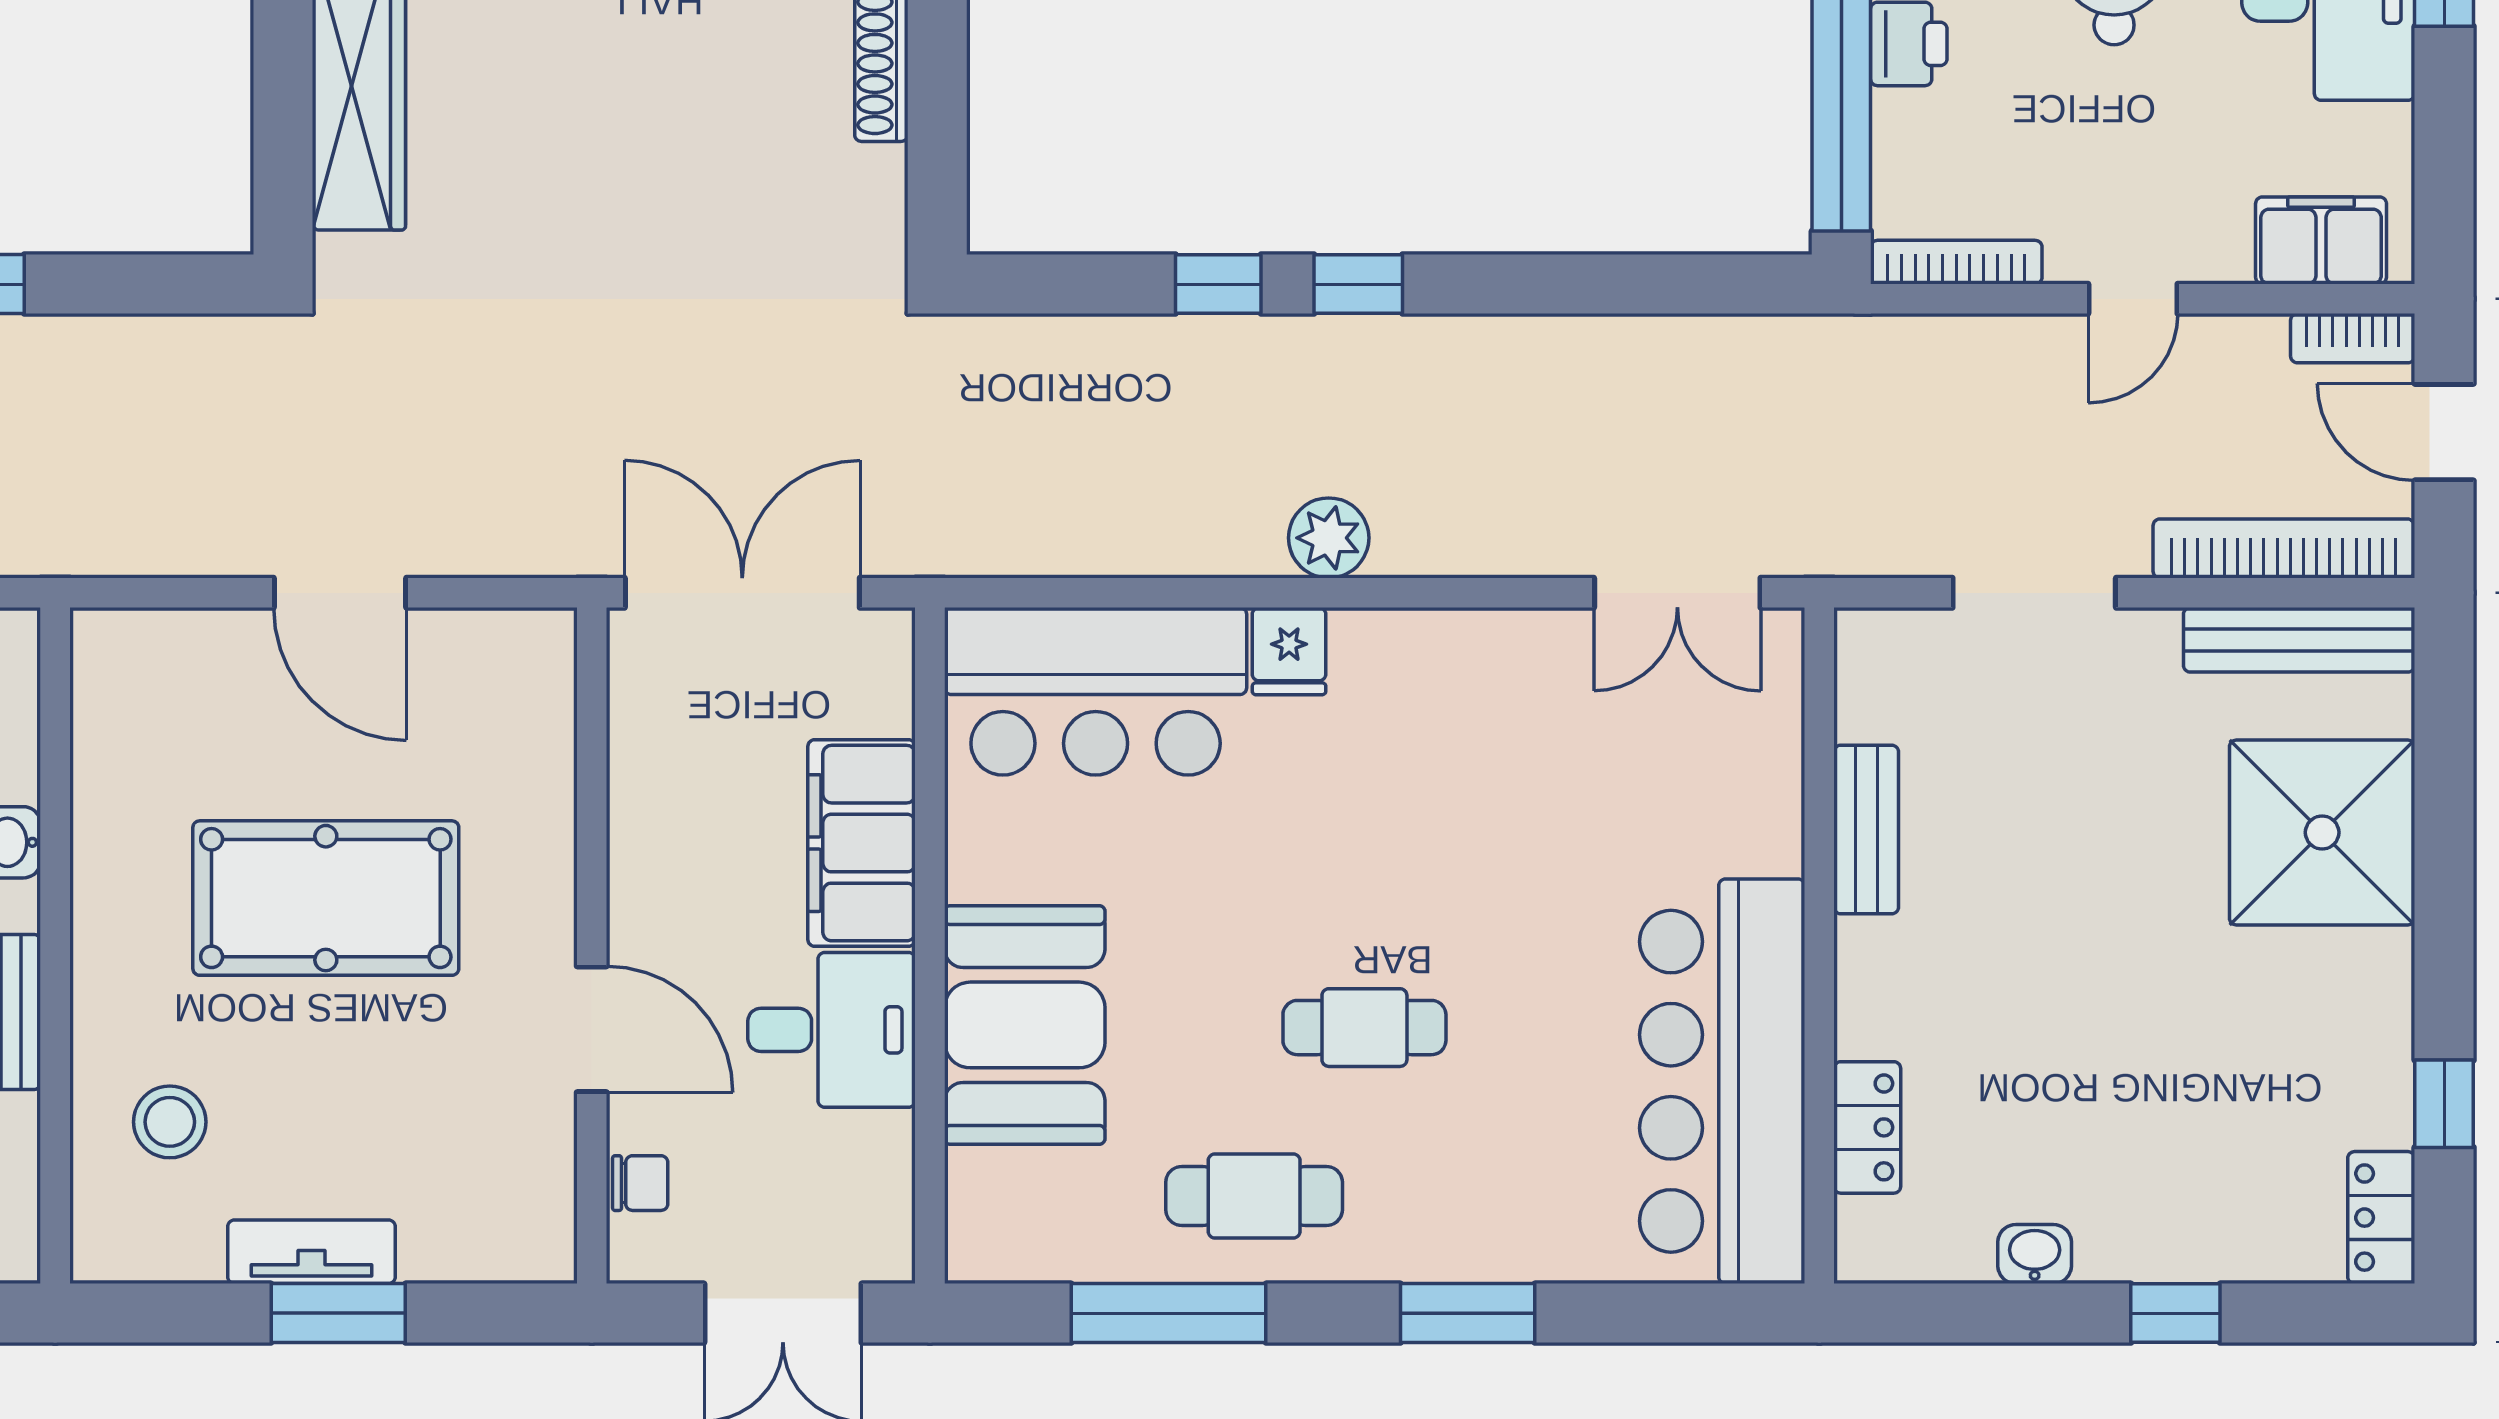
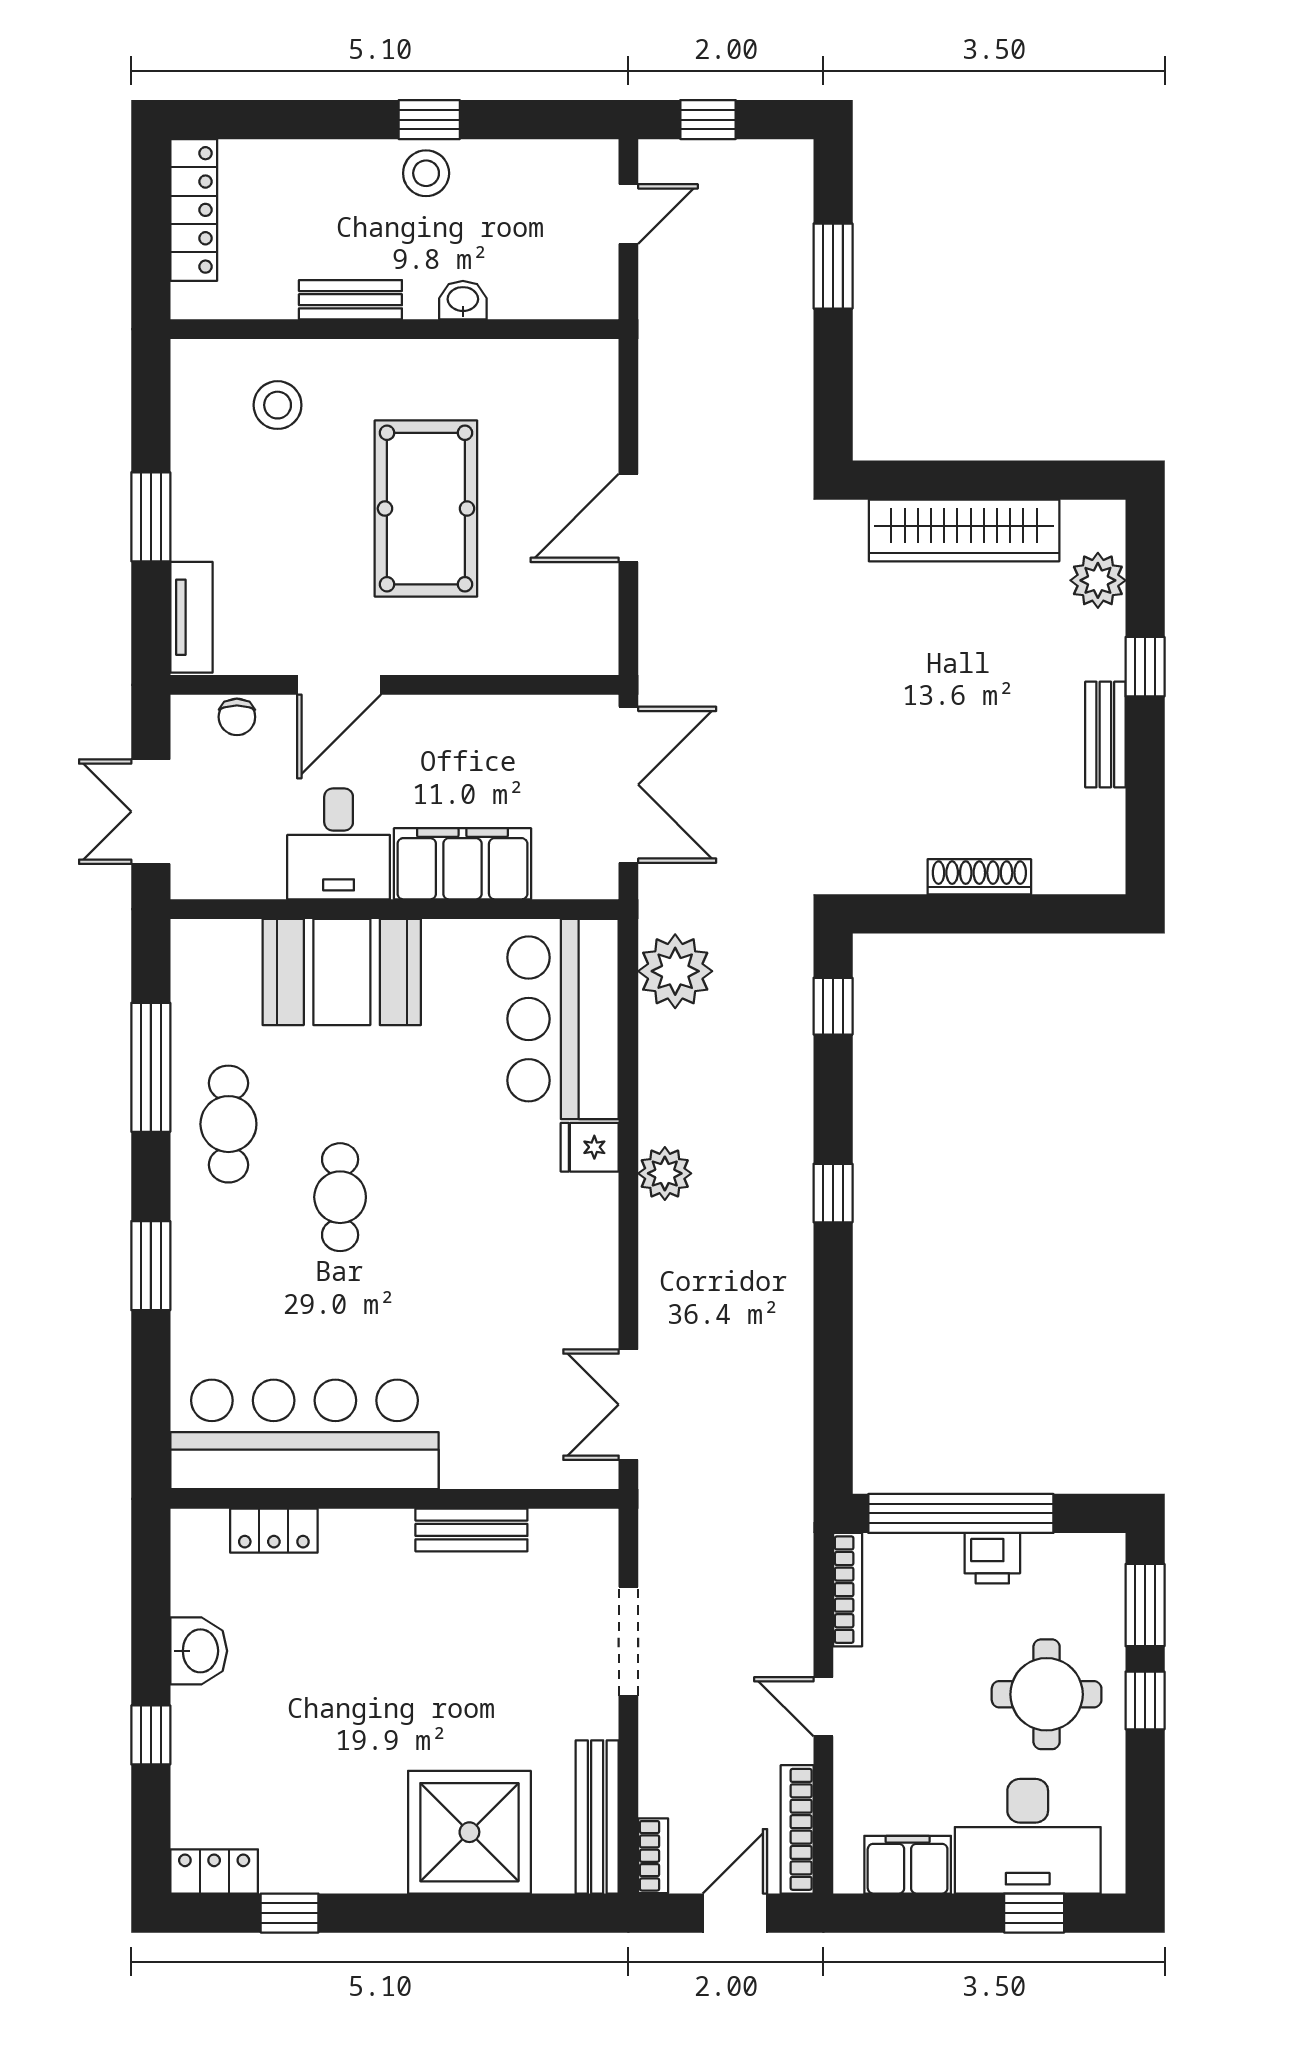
filing cabinet: (2321, 240) -> (908, 1865), moved, turned -90
window: (1218, 284) -> (833, 1006), moved
bookcase: (2353, 338) -> (797, 1829), width x1.56
plant: (1024, 522) -> (675, 971), added
bookcase: (2284, 548) -> (653, 1856), width x0.43, depth x0.76
tv unit: (311, 1252) -> (191, 617), moved
washbasin: (2035, 1254) -> (199, 1651), width x1.38, depth x1.45

